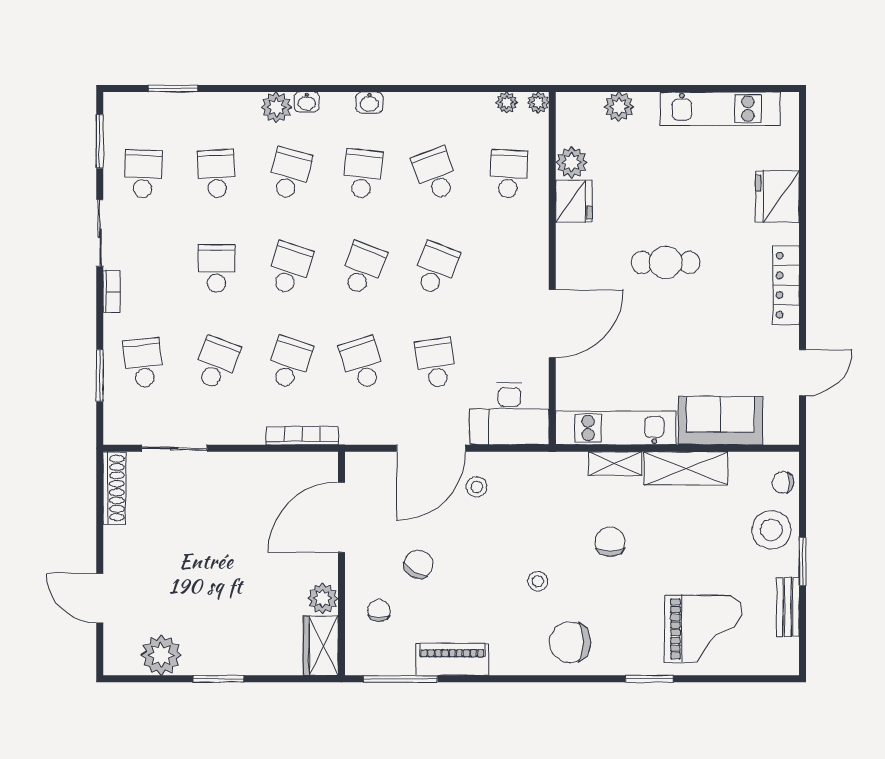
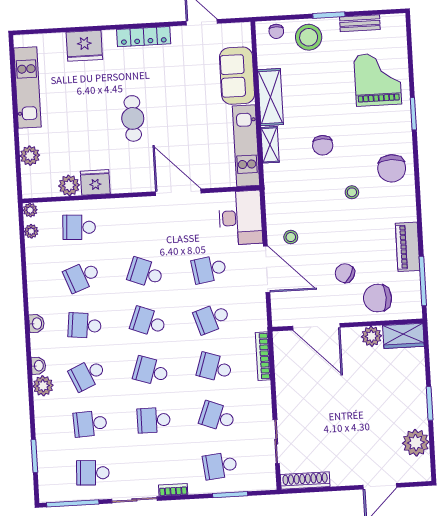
window: (100, 141) -> (73, 503), width x1.44
school desk: (289, 174) -> (87, 375), turned -39
chair: (610, 542) -> (323, 145), turned -90
chair: (379, 610) -> (378, 298), width x1.87, depth x1.87

